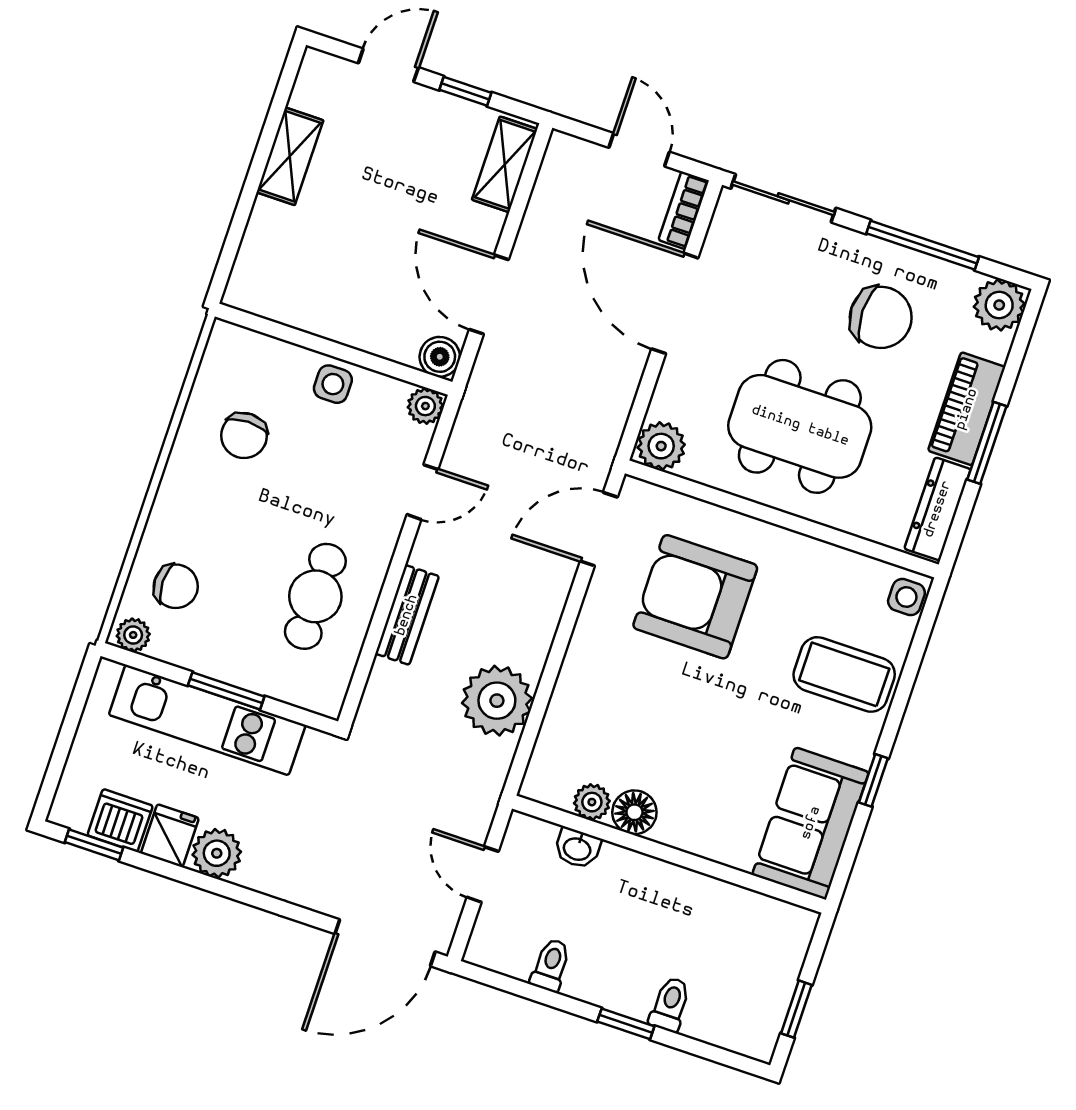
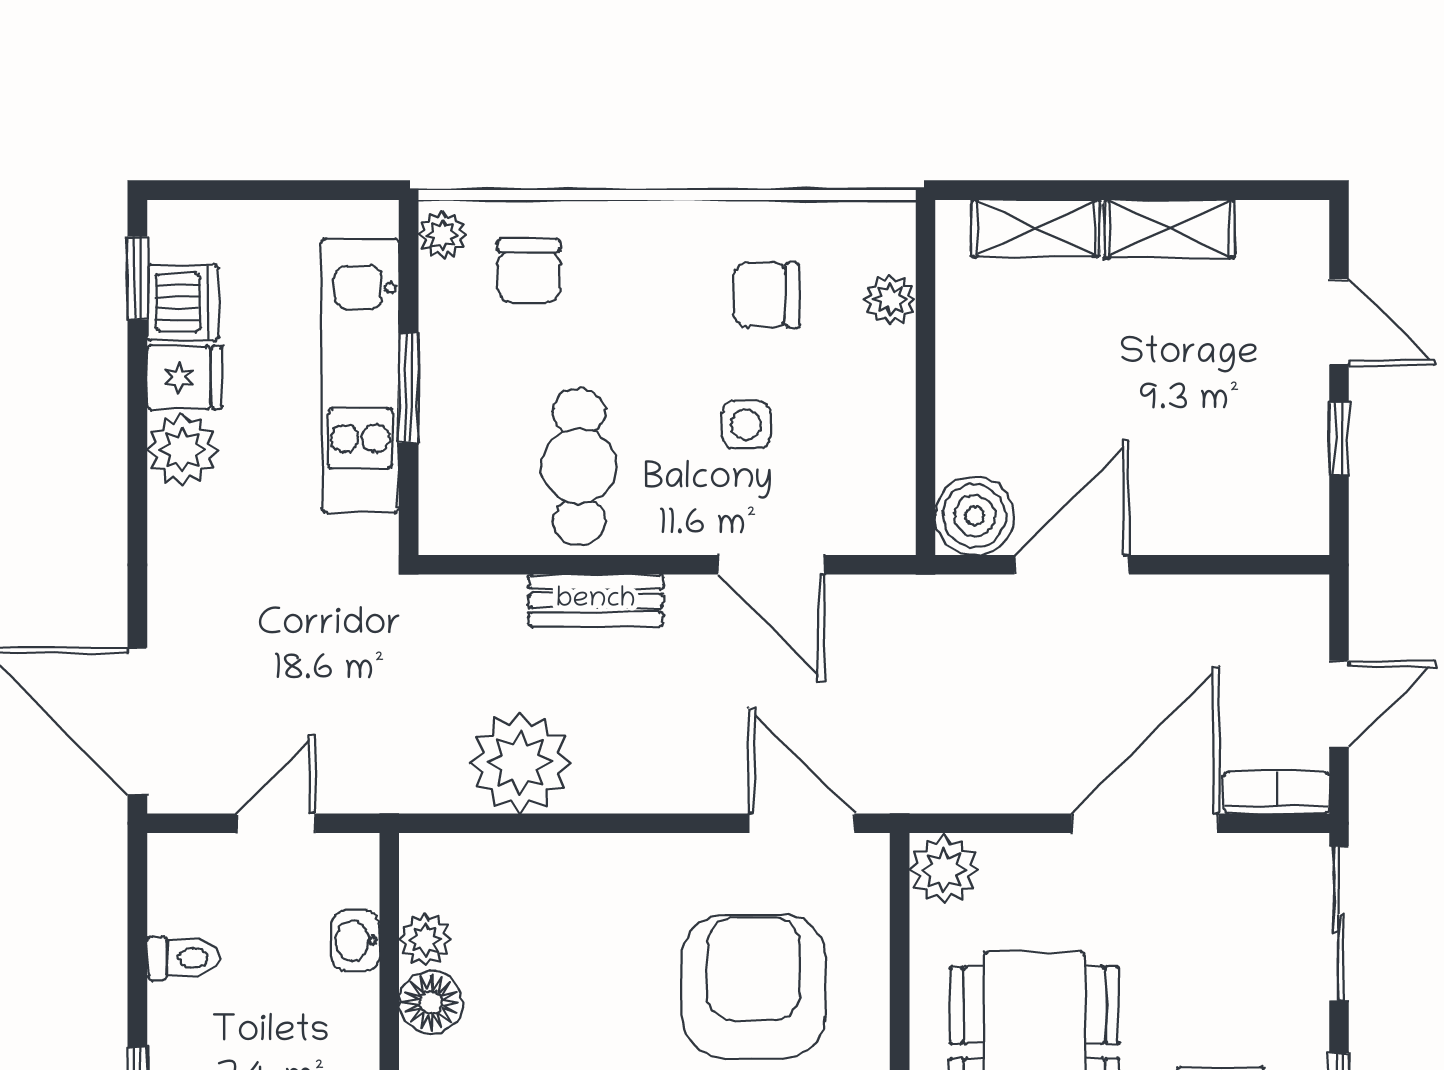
shelving: (505, 164) -> (1036, 228), moved
boiler: (440, 357) -> (975, 516), width x1.36, depth x1.36
side table: (333, 384) -> (746, 425), moved
plant: (425, 406) -> (890, 300), moved
door: (422, 492) -> (771, 565), width x1.38
cafe table: (315, 596) -> (579, 466), turned 90

